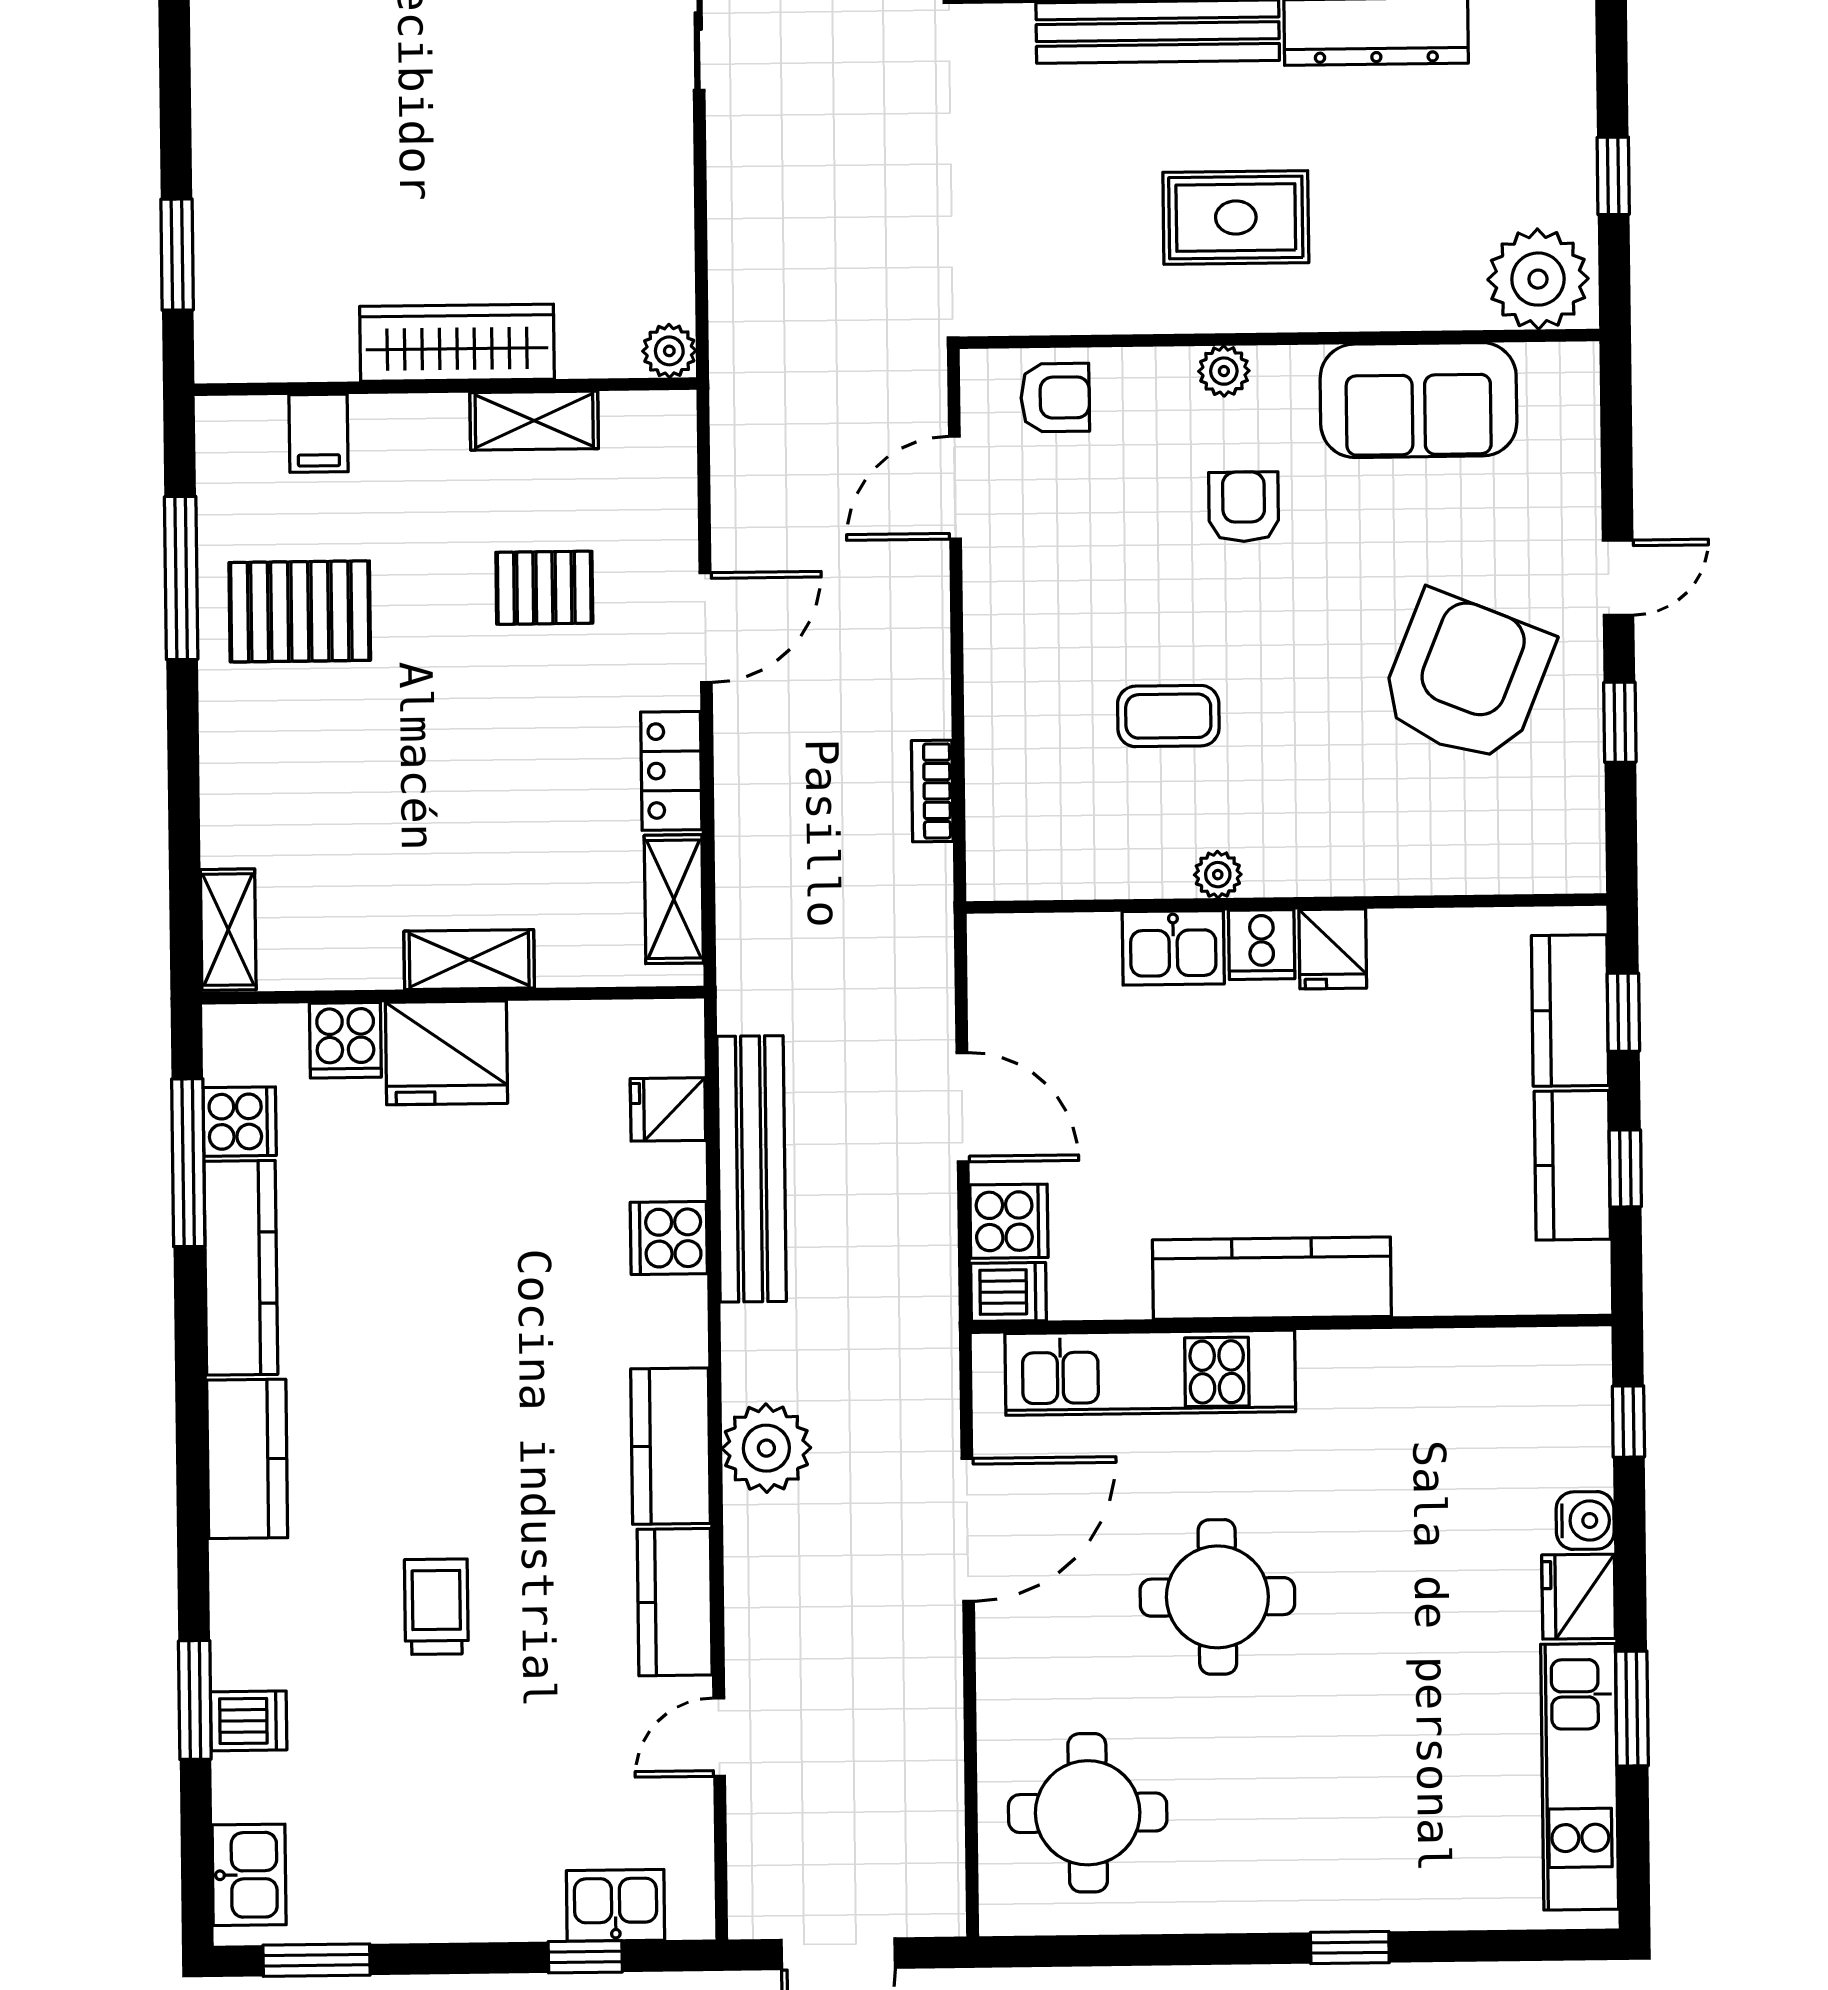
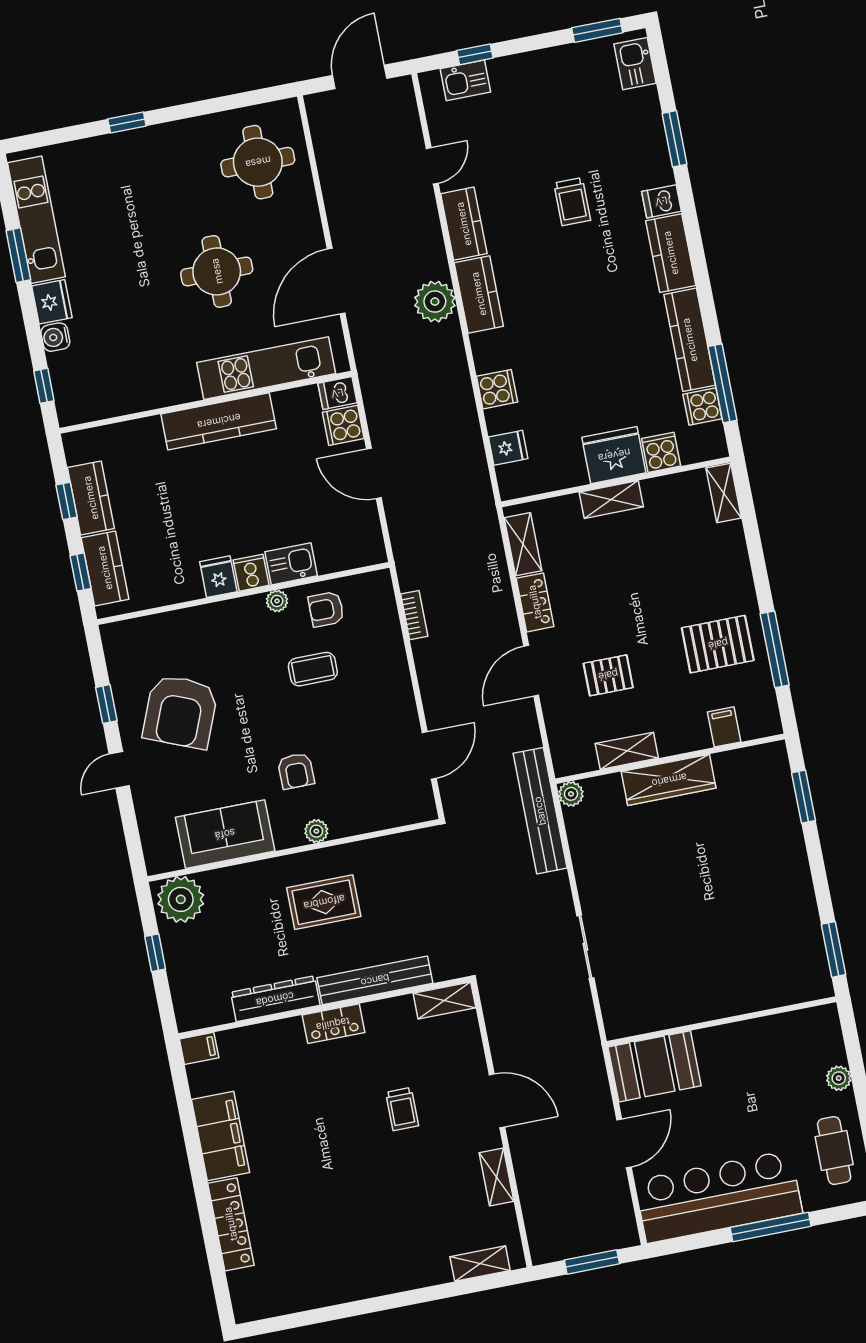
armchair: (1055, 398) -> (326, 609), moved
bench: (752, 1169) -> (540, 811), moved
dishwasher: (249, 1721) -> (661, 201), moved

